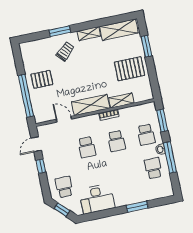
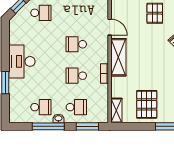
shelving: (121, 100) -> (116, 110), moved
door: (64, 119) -> (110, 27), hinge flipped
school desk: (146, 135) -> (76, 107), turned 180
desk: (97, 199) -> (22, 61), moved

